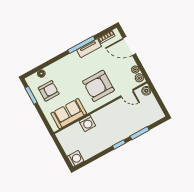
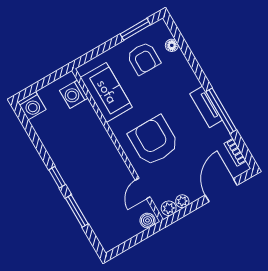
tv unit: (89, 48) -> (206, 107), moved
washing machine: (87, 123) -> (74, 94), moved

